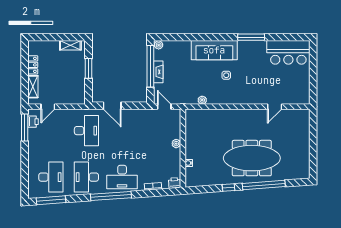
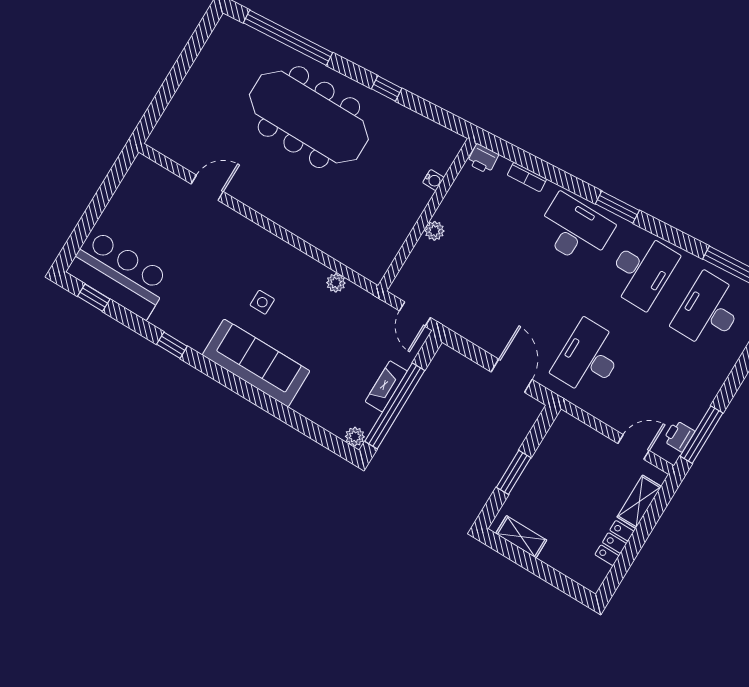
window: (251, 37) -> (172, 345), width x0.46
window: (293, 37) -> (94, 298), added
window: (264, 185) -> (288, 38), moved
window: (111, 196) -> (617, 207), width x0.47

